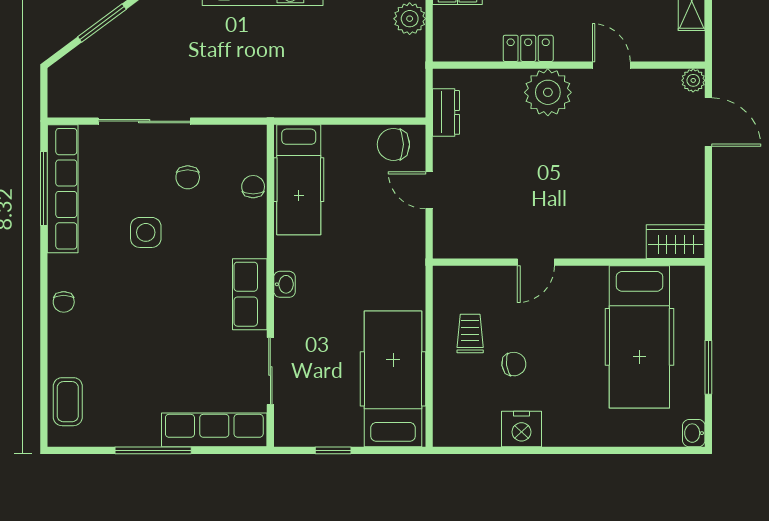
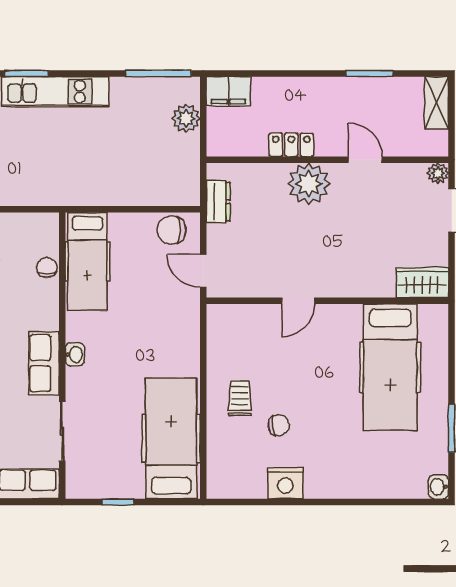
wardrobe: (676, 242) -> (422, 283), moved
door: (536, 262) -> (298, 301), moved
wall: (569, 262) -> (327, 301), moved
hospital bed: (639, 337) -> (390, 367), moved

